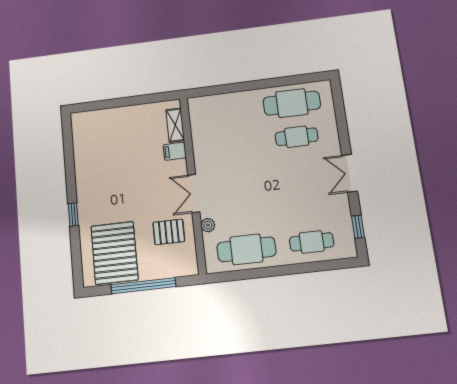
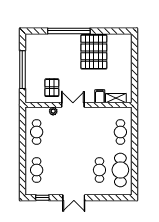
cafe table: (229, 111) -> (120, 132), added
double door: (350, 173) -> (74, 198), swing flipped
window: (73, 214) -> (69, 31), width x3.17
cafe table: (246, 249) -> (37, 132), width x0.73, depth x0.74
pallet: (114, 253) -> (94, 52), moved, turned 90

